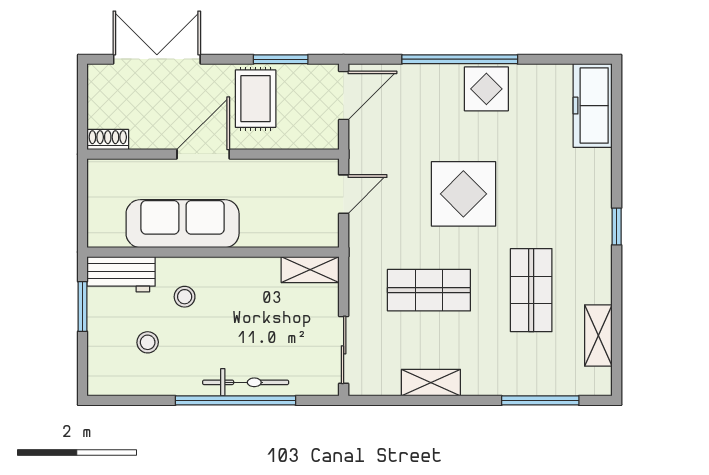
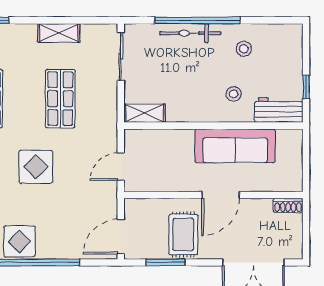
display table: (463, 194) -> (36, 167), width x0.73, depth x0.73
shop shelf: (429, 290) -> (60, 99), turned 90
window: (82, 307) -> (306, 87), width x0.67
stool: (148, 342) -> (244, 49), moved

